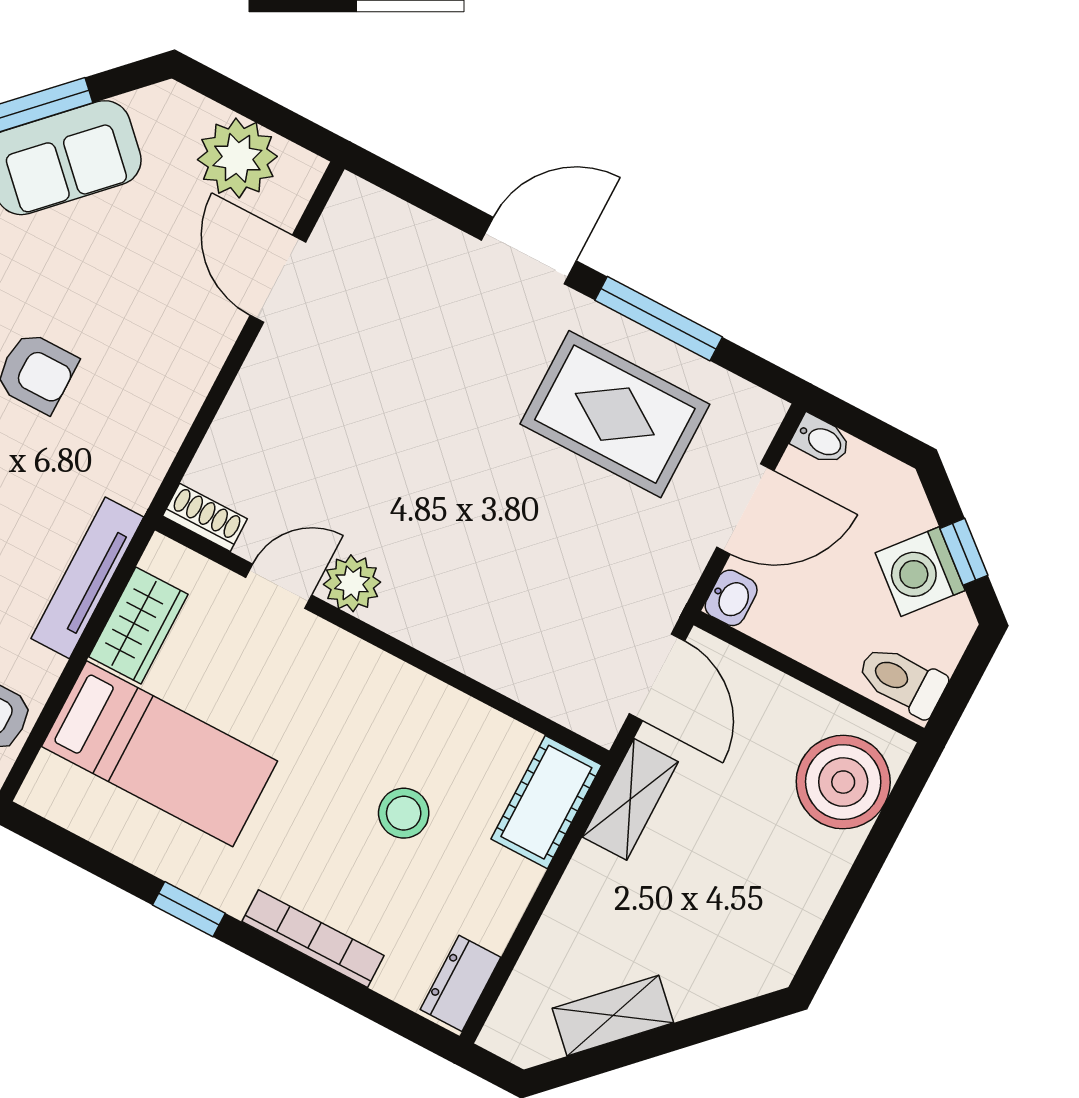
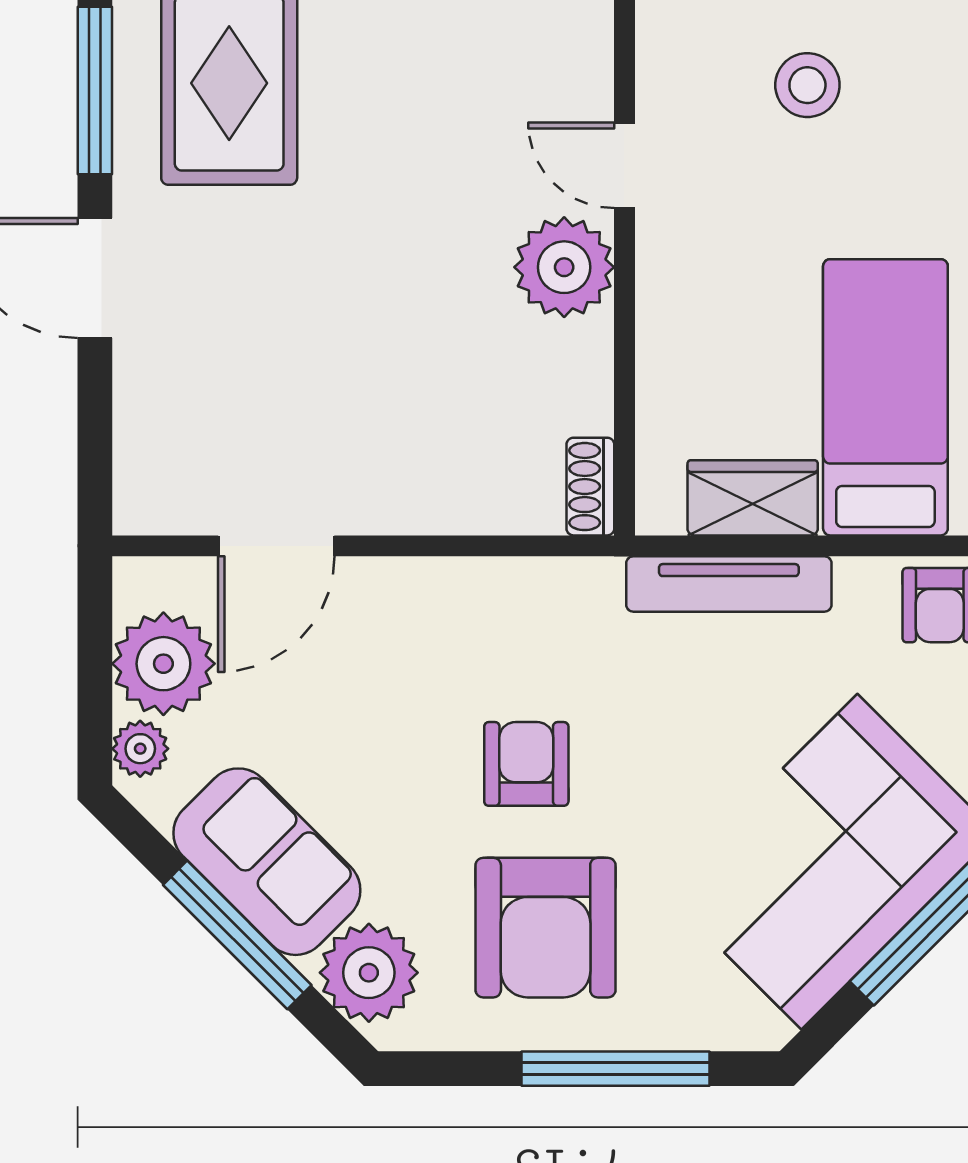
plant: (187, 111) -> (140, 749), added
plant: (352, 583) -> (564, 267), width x1.36, depth x1.36
door: (279, 586) -> (624, 165), moved

